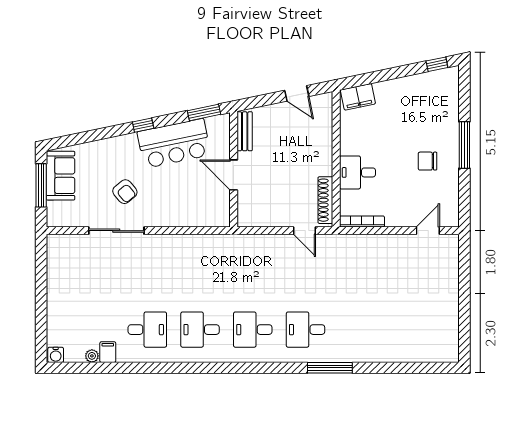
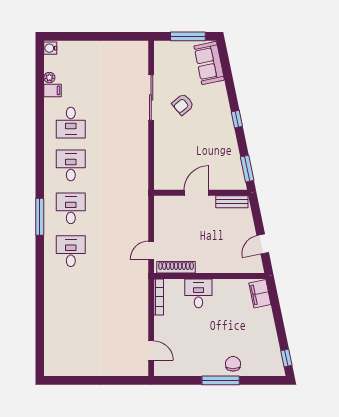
bar counter: (174, 143) -> (222, 144), removed
chair: (427, 161) -> (233, 364), moved
sofa: (61, 176) -> (209, 63), moved, turned 78
window: (330, 368) -> (40, 217), moved

